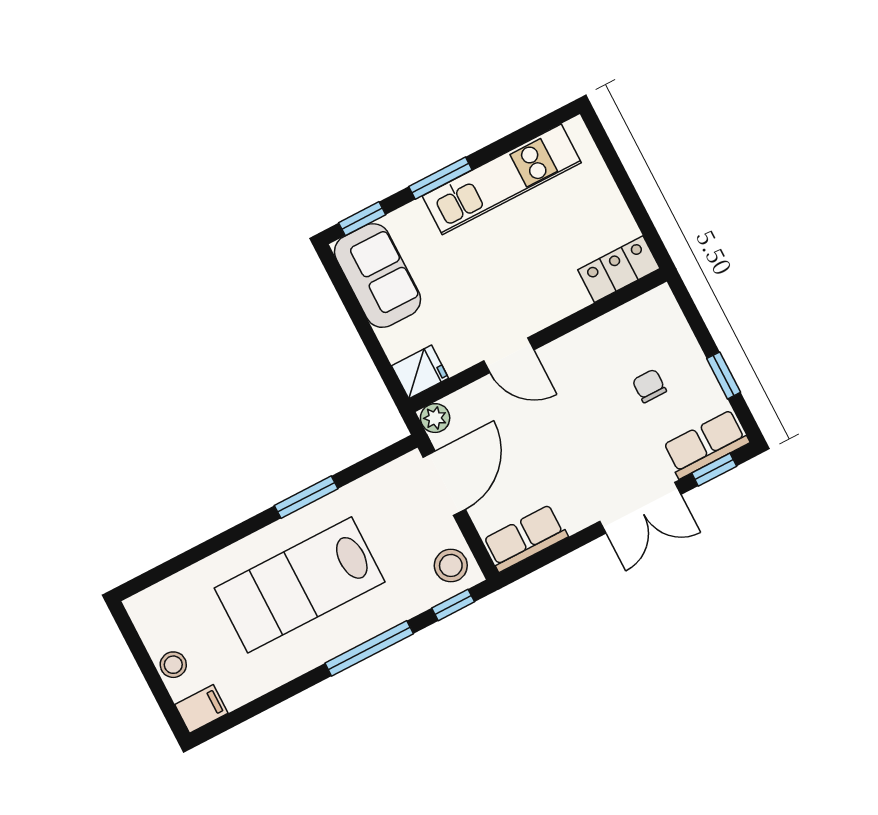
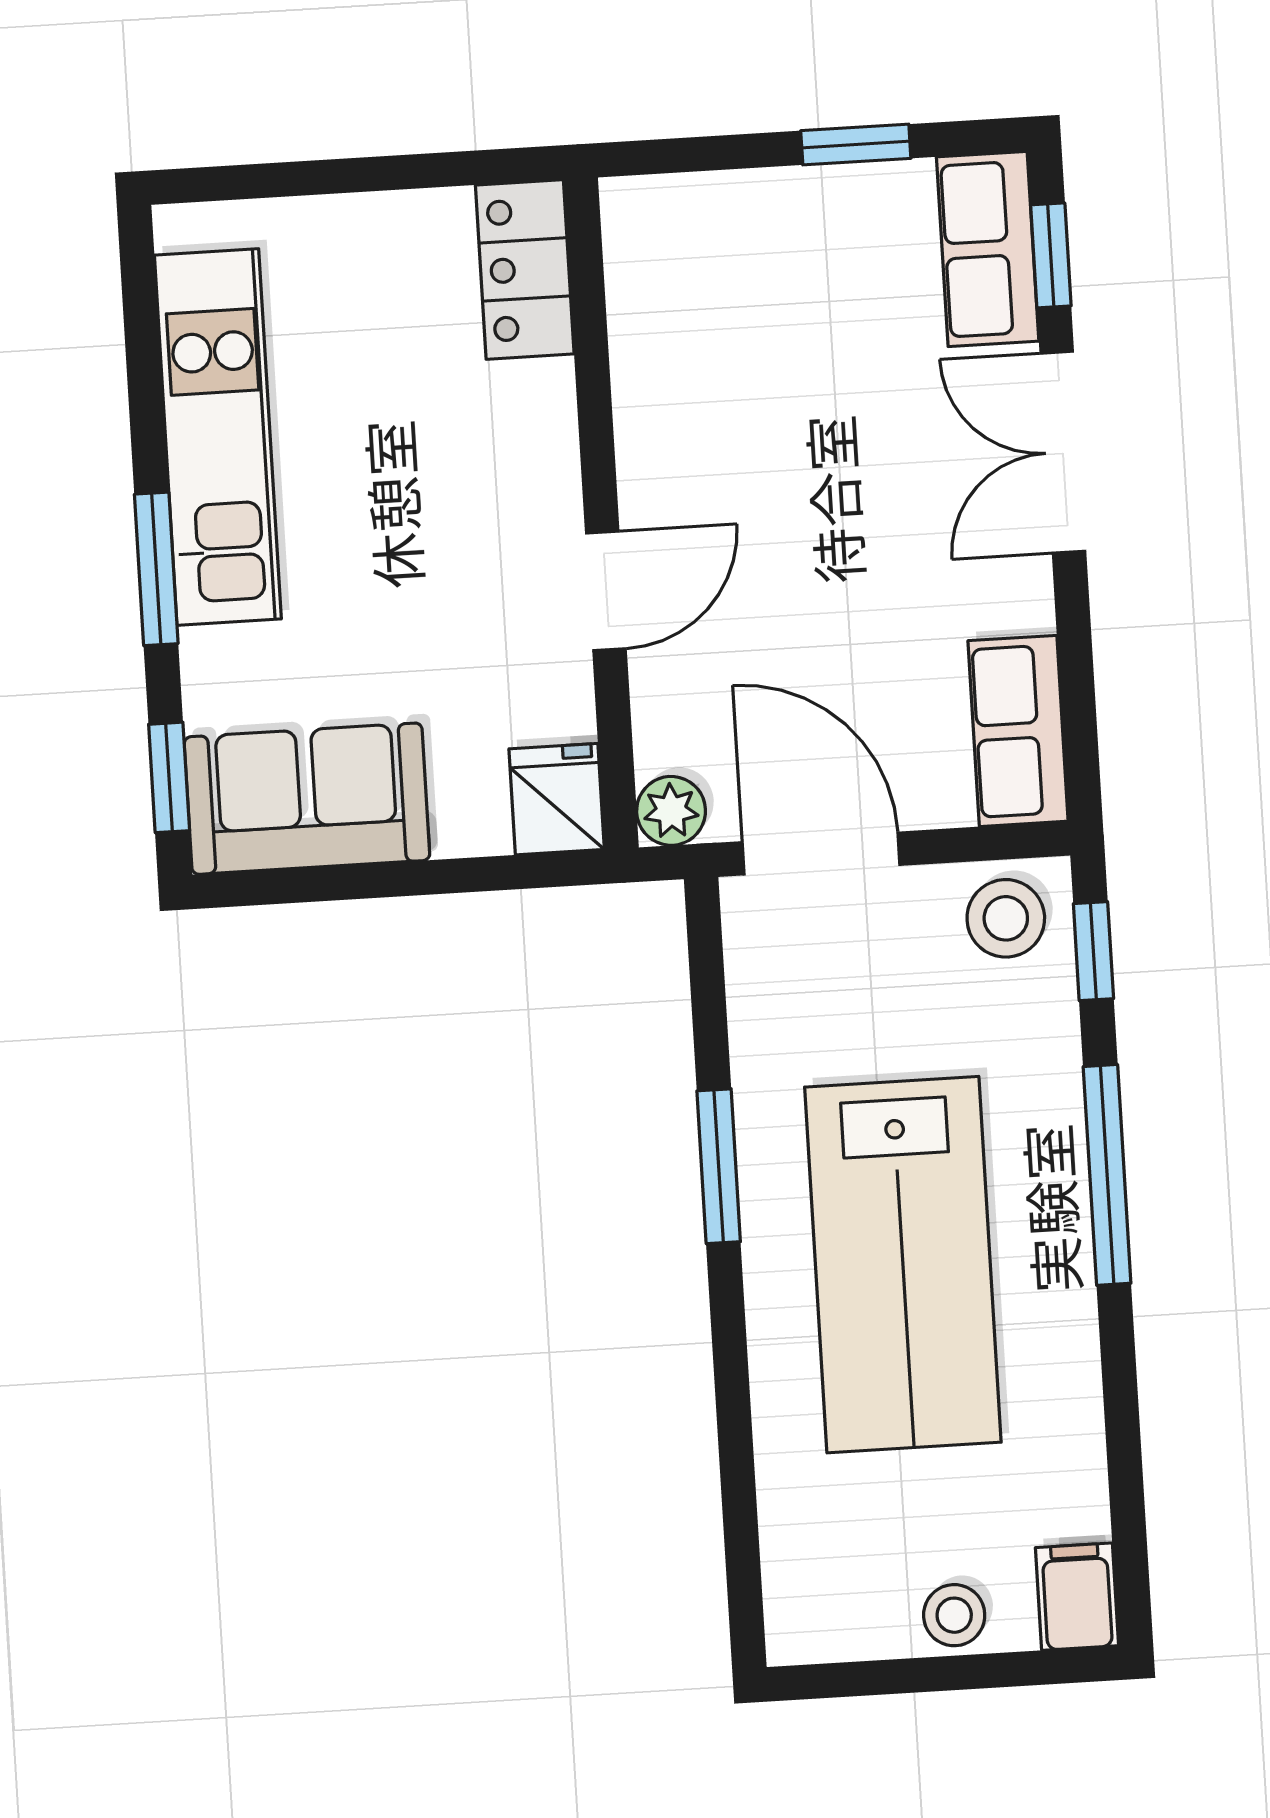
chair: (649, 386) -> (807, 316), removed
double door: (640, 508) -> (1063, 452), swing flipped

